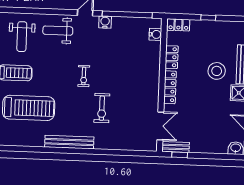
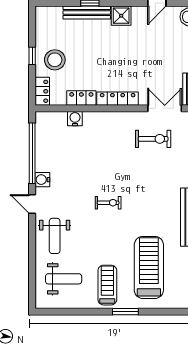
water cooler: (155, 34) -> (75, 119), moved
stool: (217, 71) -> (55, 60), moved
exercise bike: (102, 108) -> (153, 139), moved

